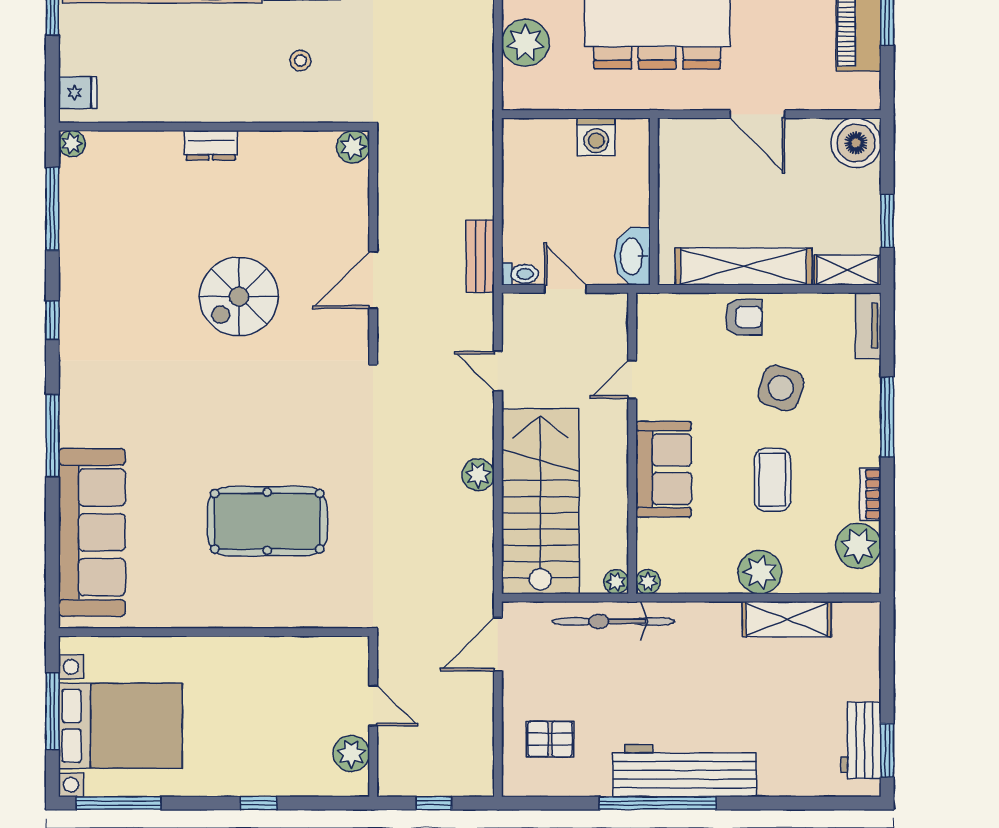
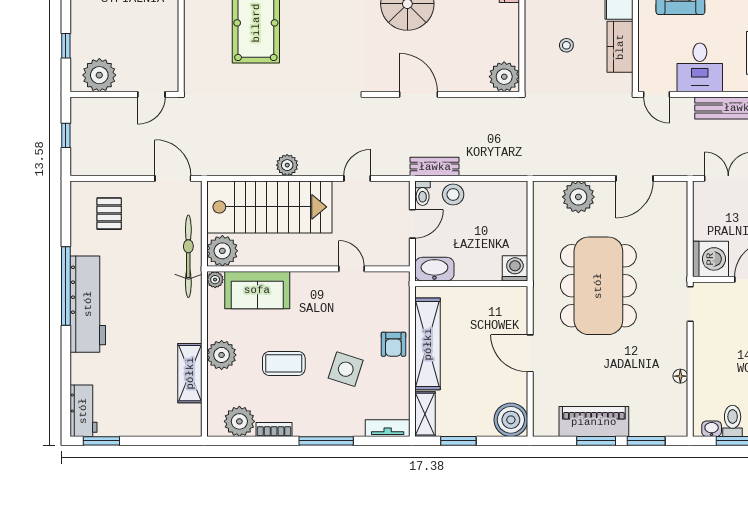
door: (757, 114) -> (530, 353), hinge flipped
washing machine: (596, 137) -> (515, 268), moved, turned 90
plant: (353, 147) -> (504, 77), width x1.36, depth x1.36
stool: (522, 229) -> (453, 194), added
sofa: (664, 469) -> (257, 290), moved
plant: (616, 582) -> (222, 251), width x1.88, depth x1.88
door: (373, 706) -> (151, 94), moved
workbench: (861, 740) -> (83, 411), moved, turned 90
plant: (351, 754) -> (99, 75), width x1.36, depth x1.36
window: (259, 803) -> (66, 46), moved

